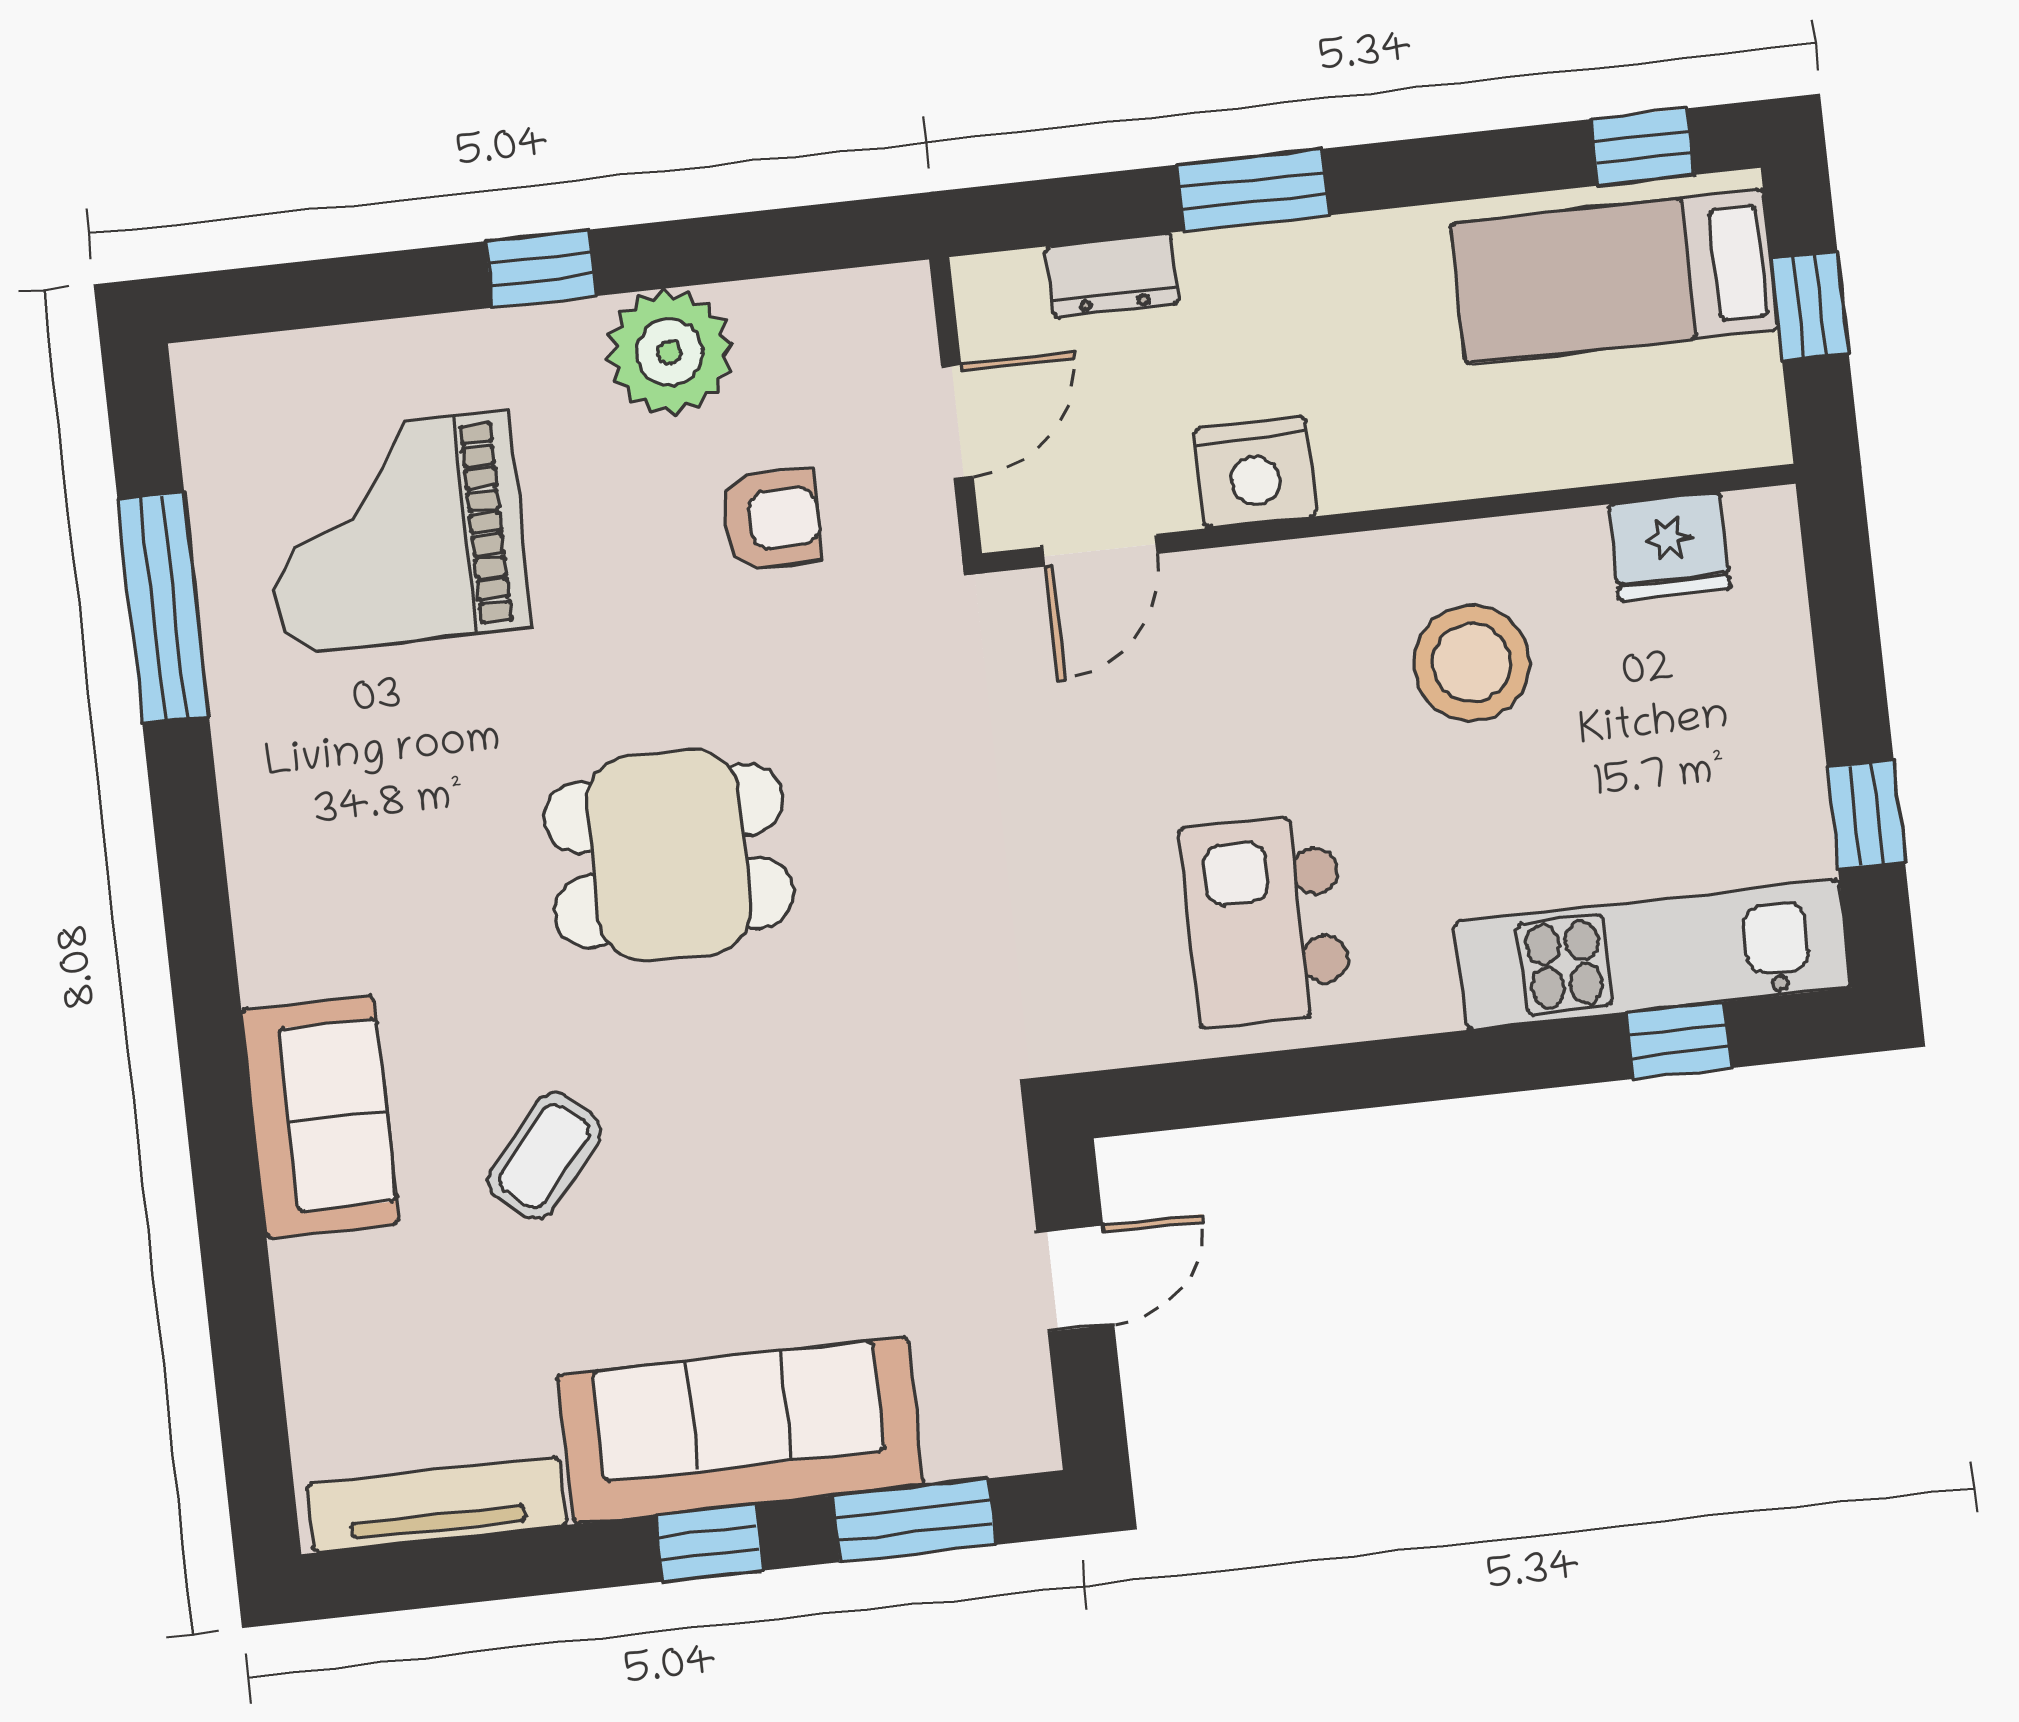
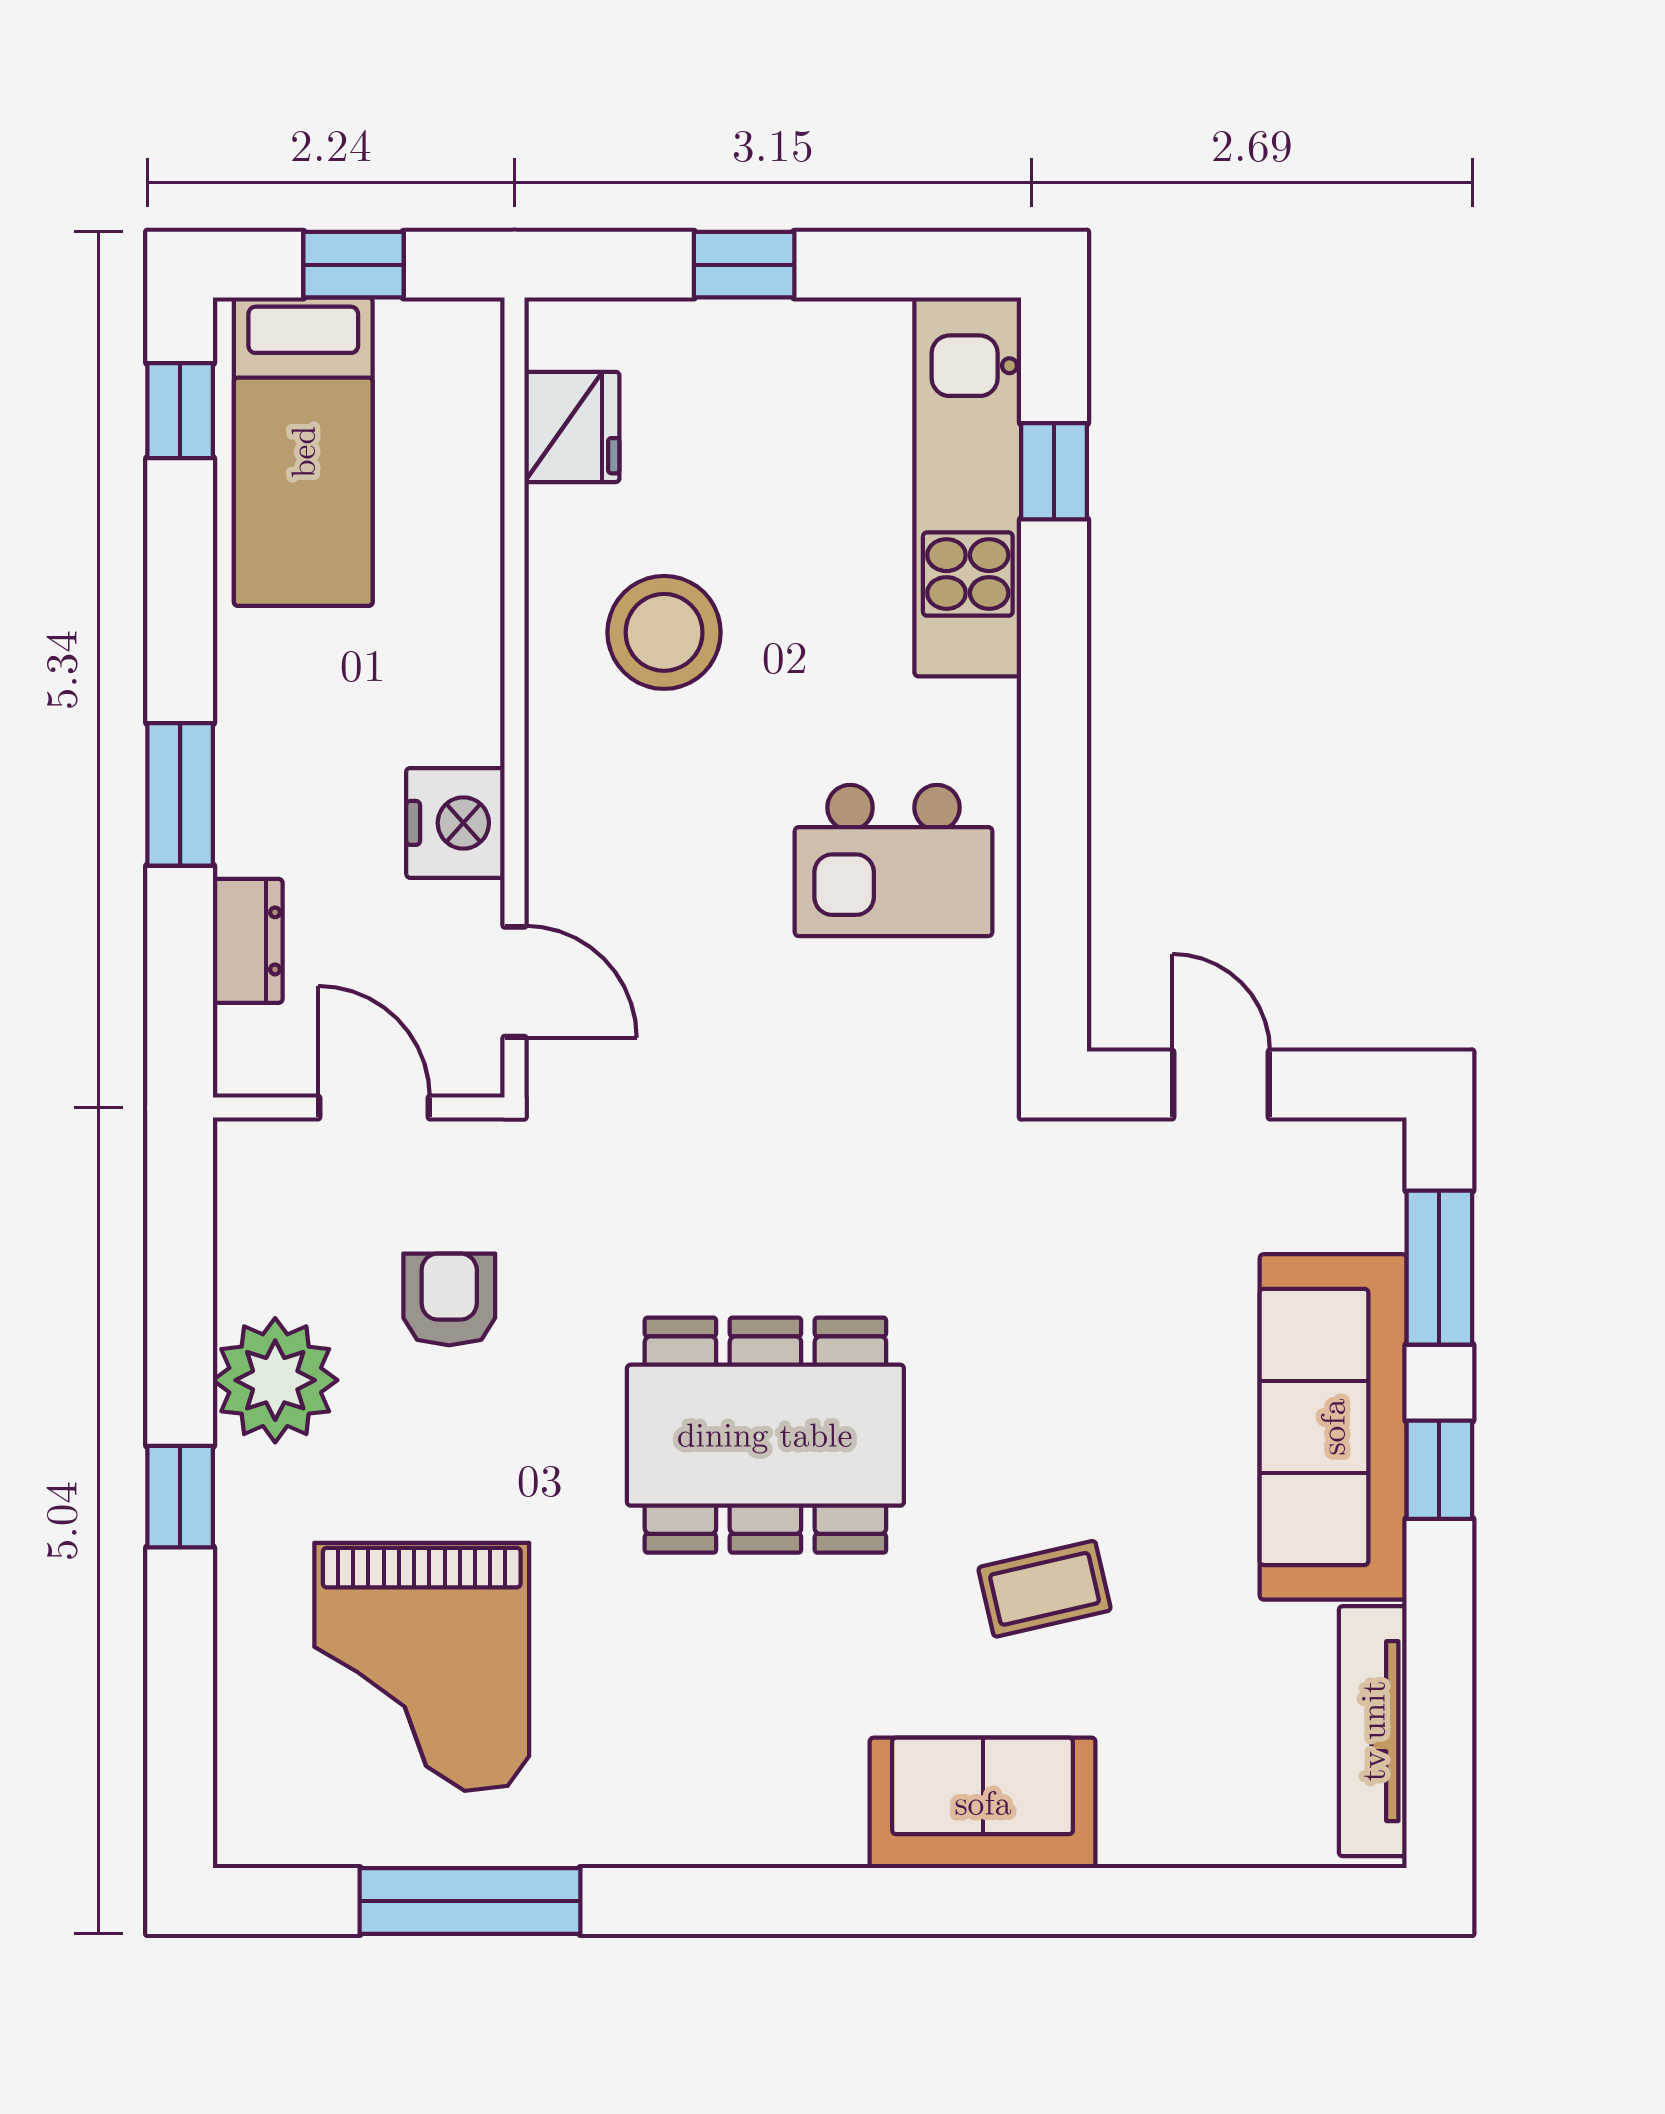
window: (1866, 814) -> (744, 265), moved
dining table: (669, 855) -> (765, 1435), width x1.37
coffee table: (544, 1156) -> (1045, 1589), turned -53

